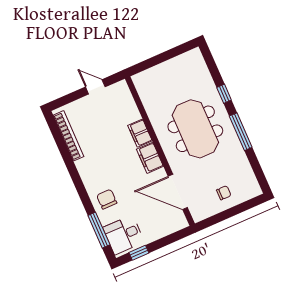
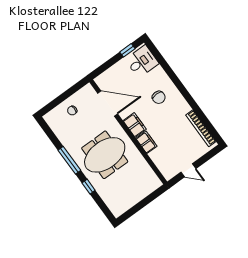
meeting table: (195, 129) -> (105, 155), turned 90
chair: (107, 199) -> (159, 97), moved
window: (99, 230) -> (162, 61), removed

